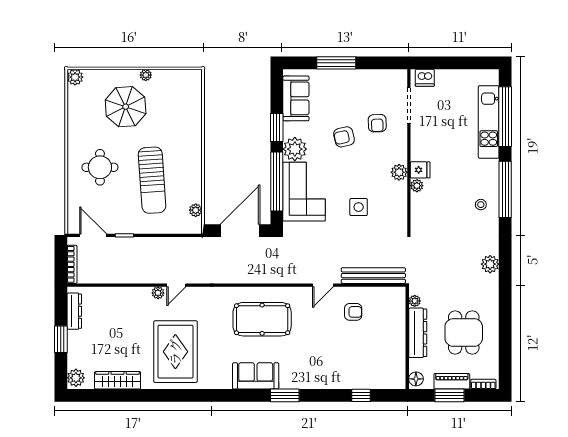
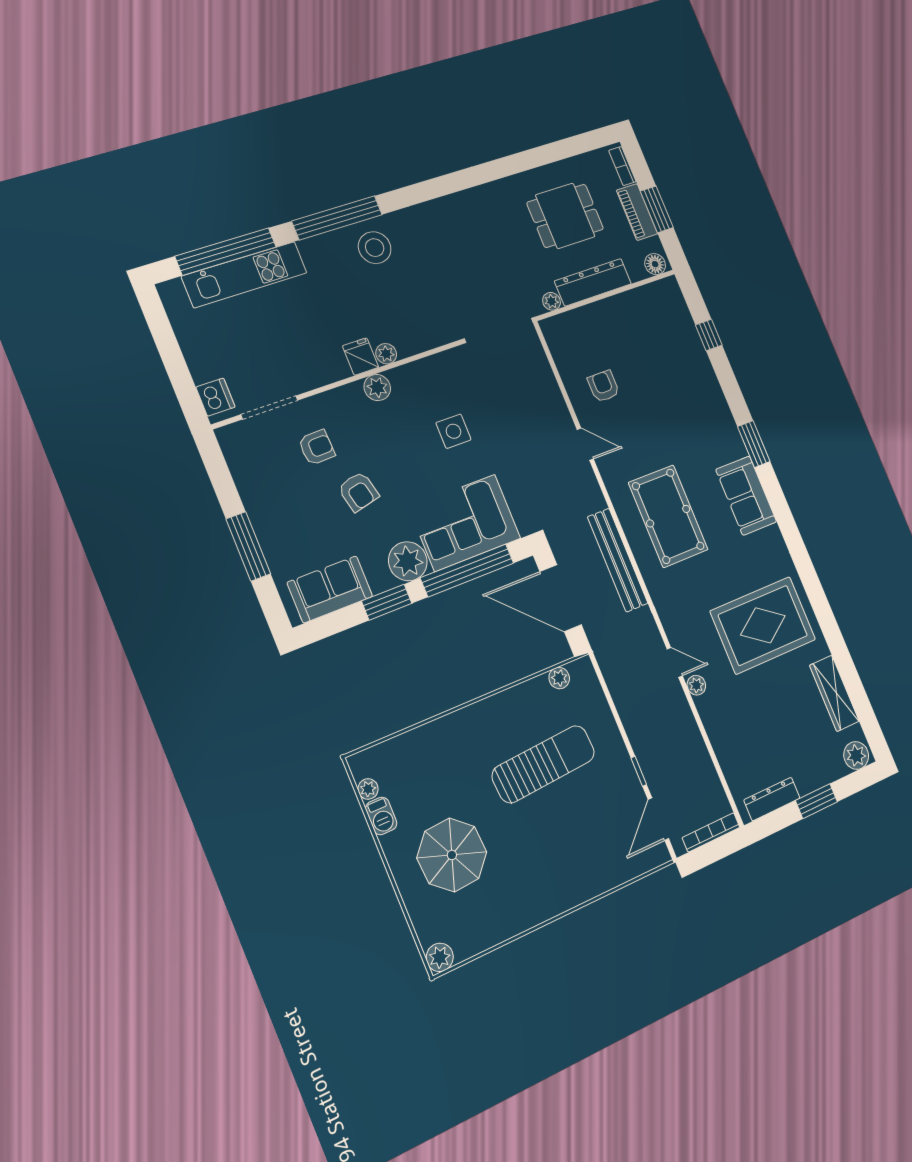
plant: (146, 75) -> (368, 789), moved
barbecue: (163, 76) -> (381, 816), added
round table: (100, 167) -> (558, 854), removed
stool: (481, 205) -> (375, 248), width x1.89, depth x1.89
plant: (490, 264) -> (455, 207), removed
bench: (373, 276) -> (618, 560), moved

